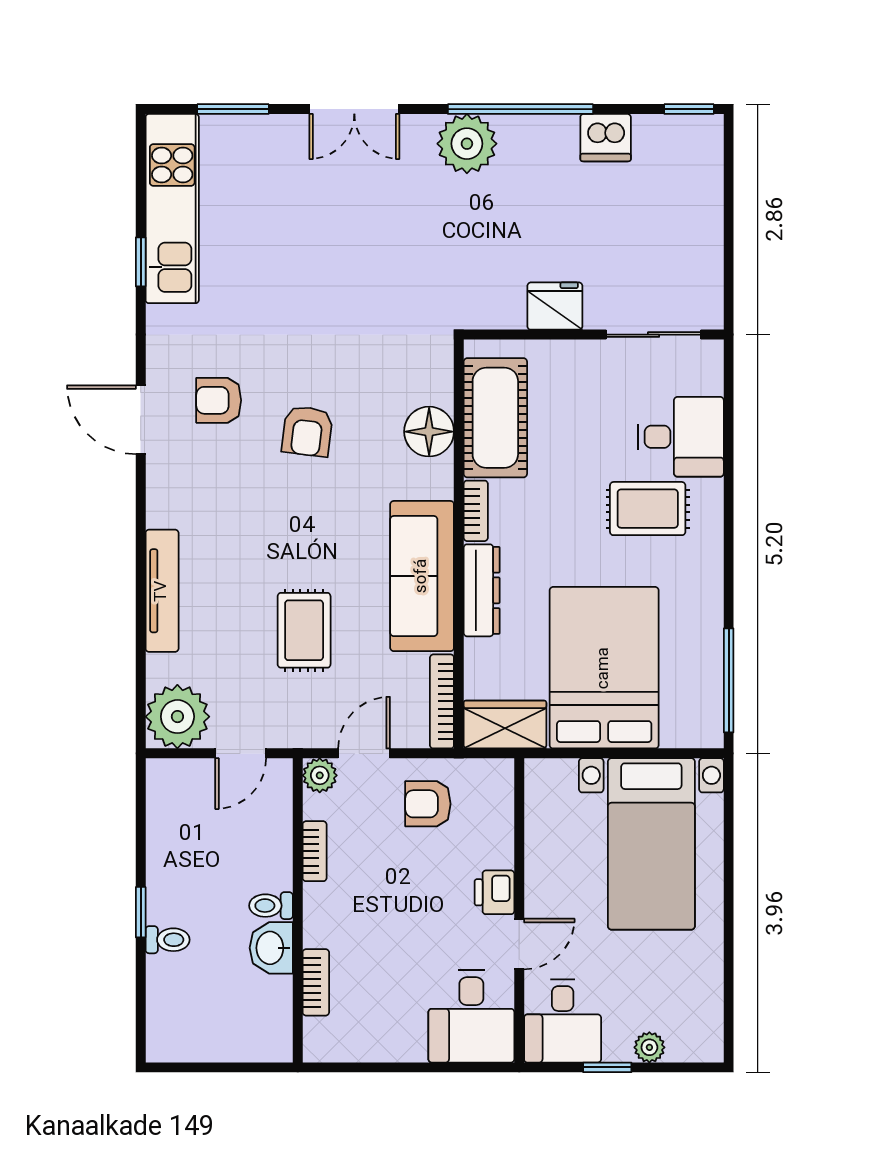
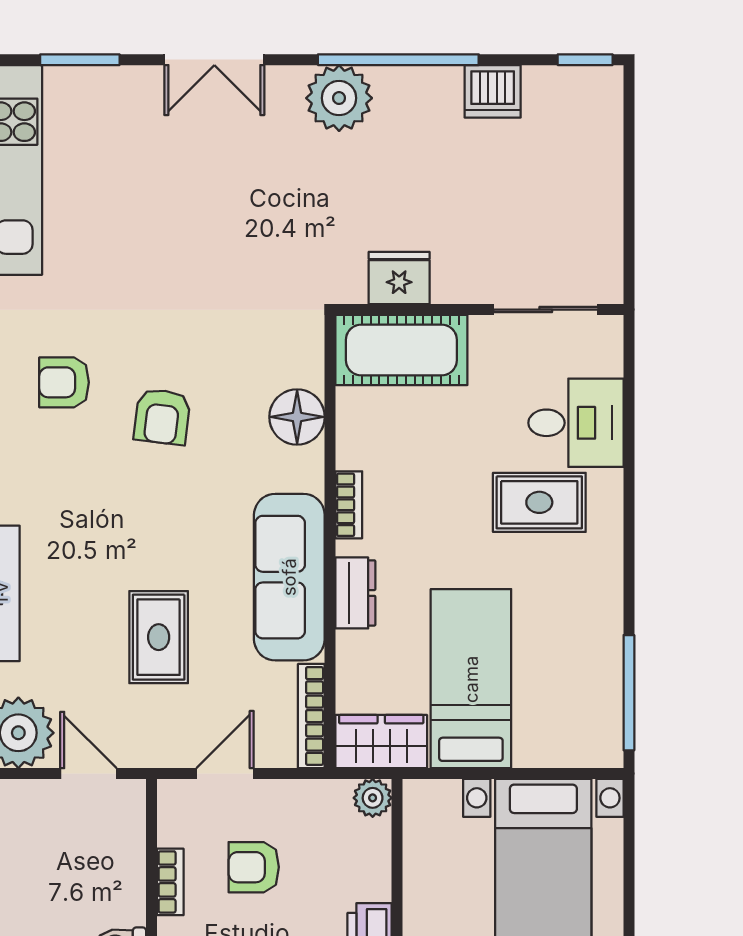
fridge: (555, 306) -> (399, 278), moved
cot: (495, 418) -> (401, 350), moved, turned 90
dresser: (482, 590) -> (355, 593), width x0.70
bed: (604, 668) -> (471, 679), width x0.67
door: (241, 753) -> (88, 773), swing flipped
plant: (320, 775) -> (373, 798), moved
armchair: (428, 804) -> (254, 867), moved

